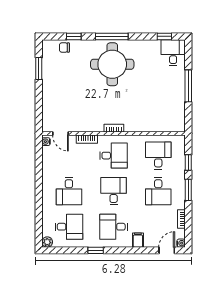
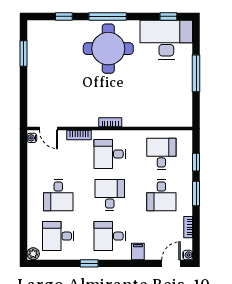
chair: (64, 48) -> (53, 29), removed
desk: (173, 53) -> (166, 40), width x1.87, depth x1.30
desk: (114, 156) -> (110, 154), turned 180
desk: (69, 227) -> (58, 236), turned 180

